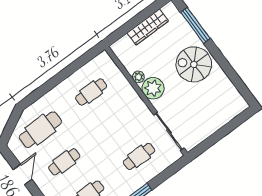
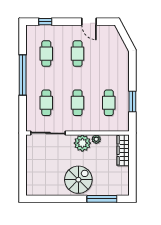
wardrobe: (148, 27) -> (123, 150), moved
window: (72, 69) -> (132, 101), added
cafe table: (40, 130) -> (78, 103), moved, width x0.73, depth x0.74

